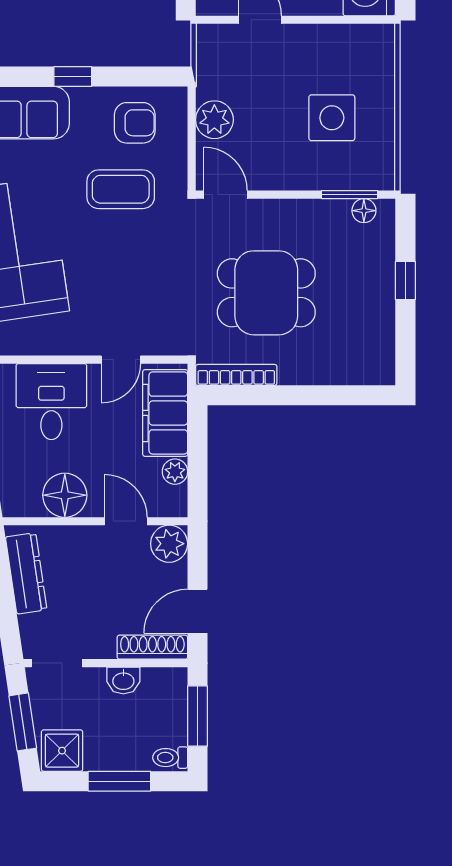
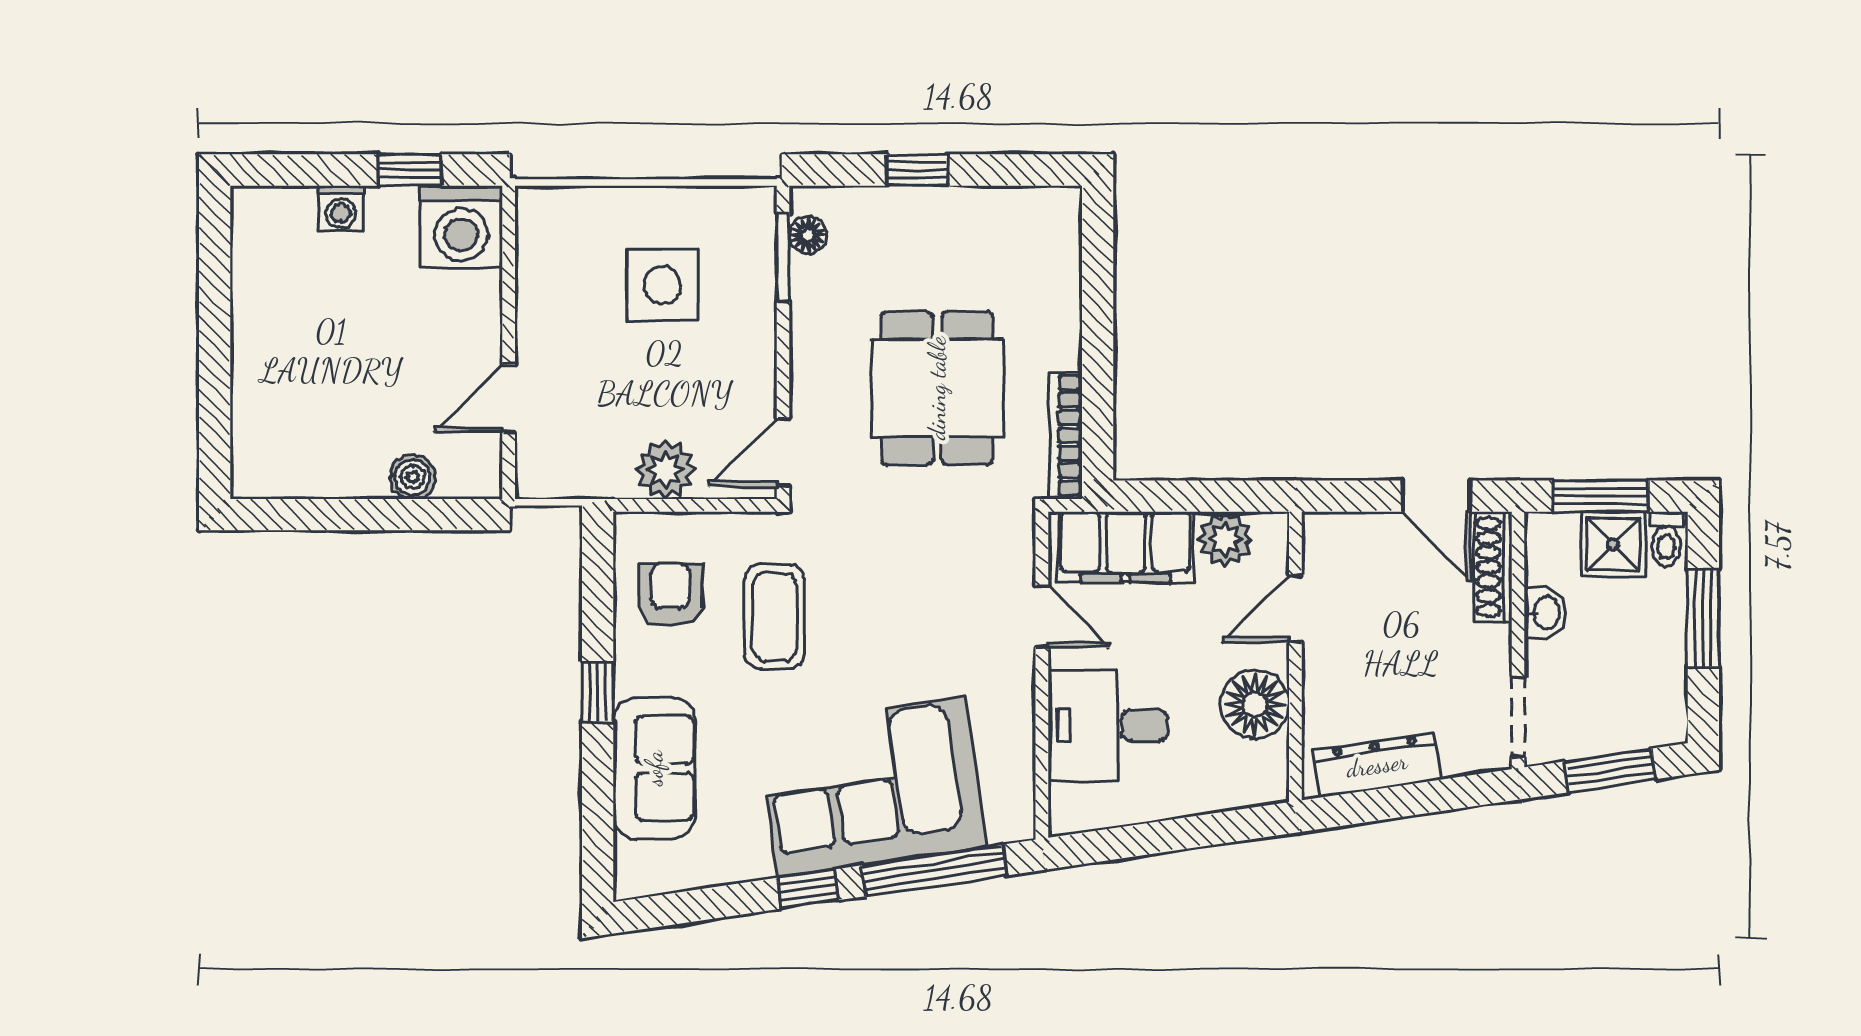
plant: (175, 472) -> (1225, 539), width x1.38, depth x1.38
plant: (169, 544) -> (1331, 541), removed
shower: (62, 751) -> (1613, 544), moved

